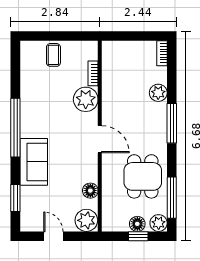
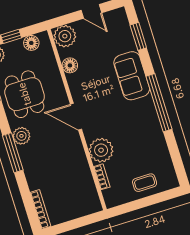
bookcase: (162, 53) -> (40, 209), width x1.56
coffee table: (53, 55) -> (145, 183), turned 90
plant: (158, 93) -> (21, 136), moved
floor lamp: (137, 224) -> (31, 43), moved

